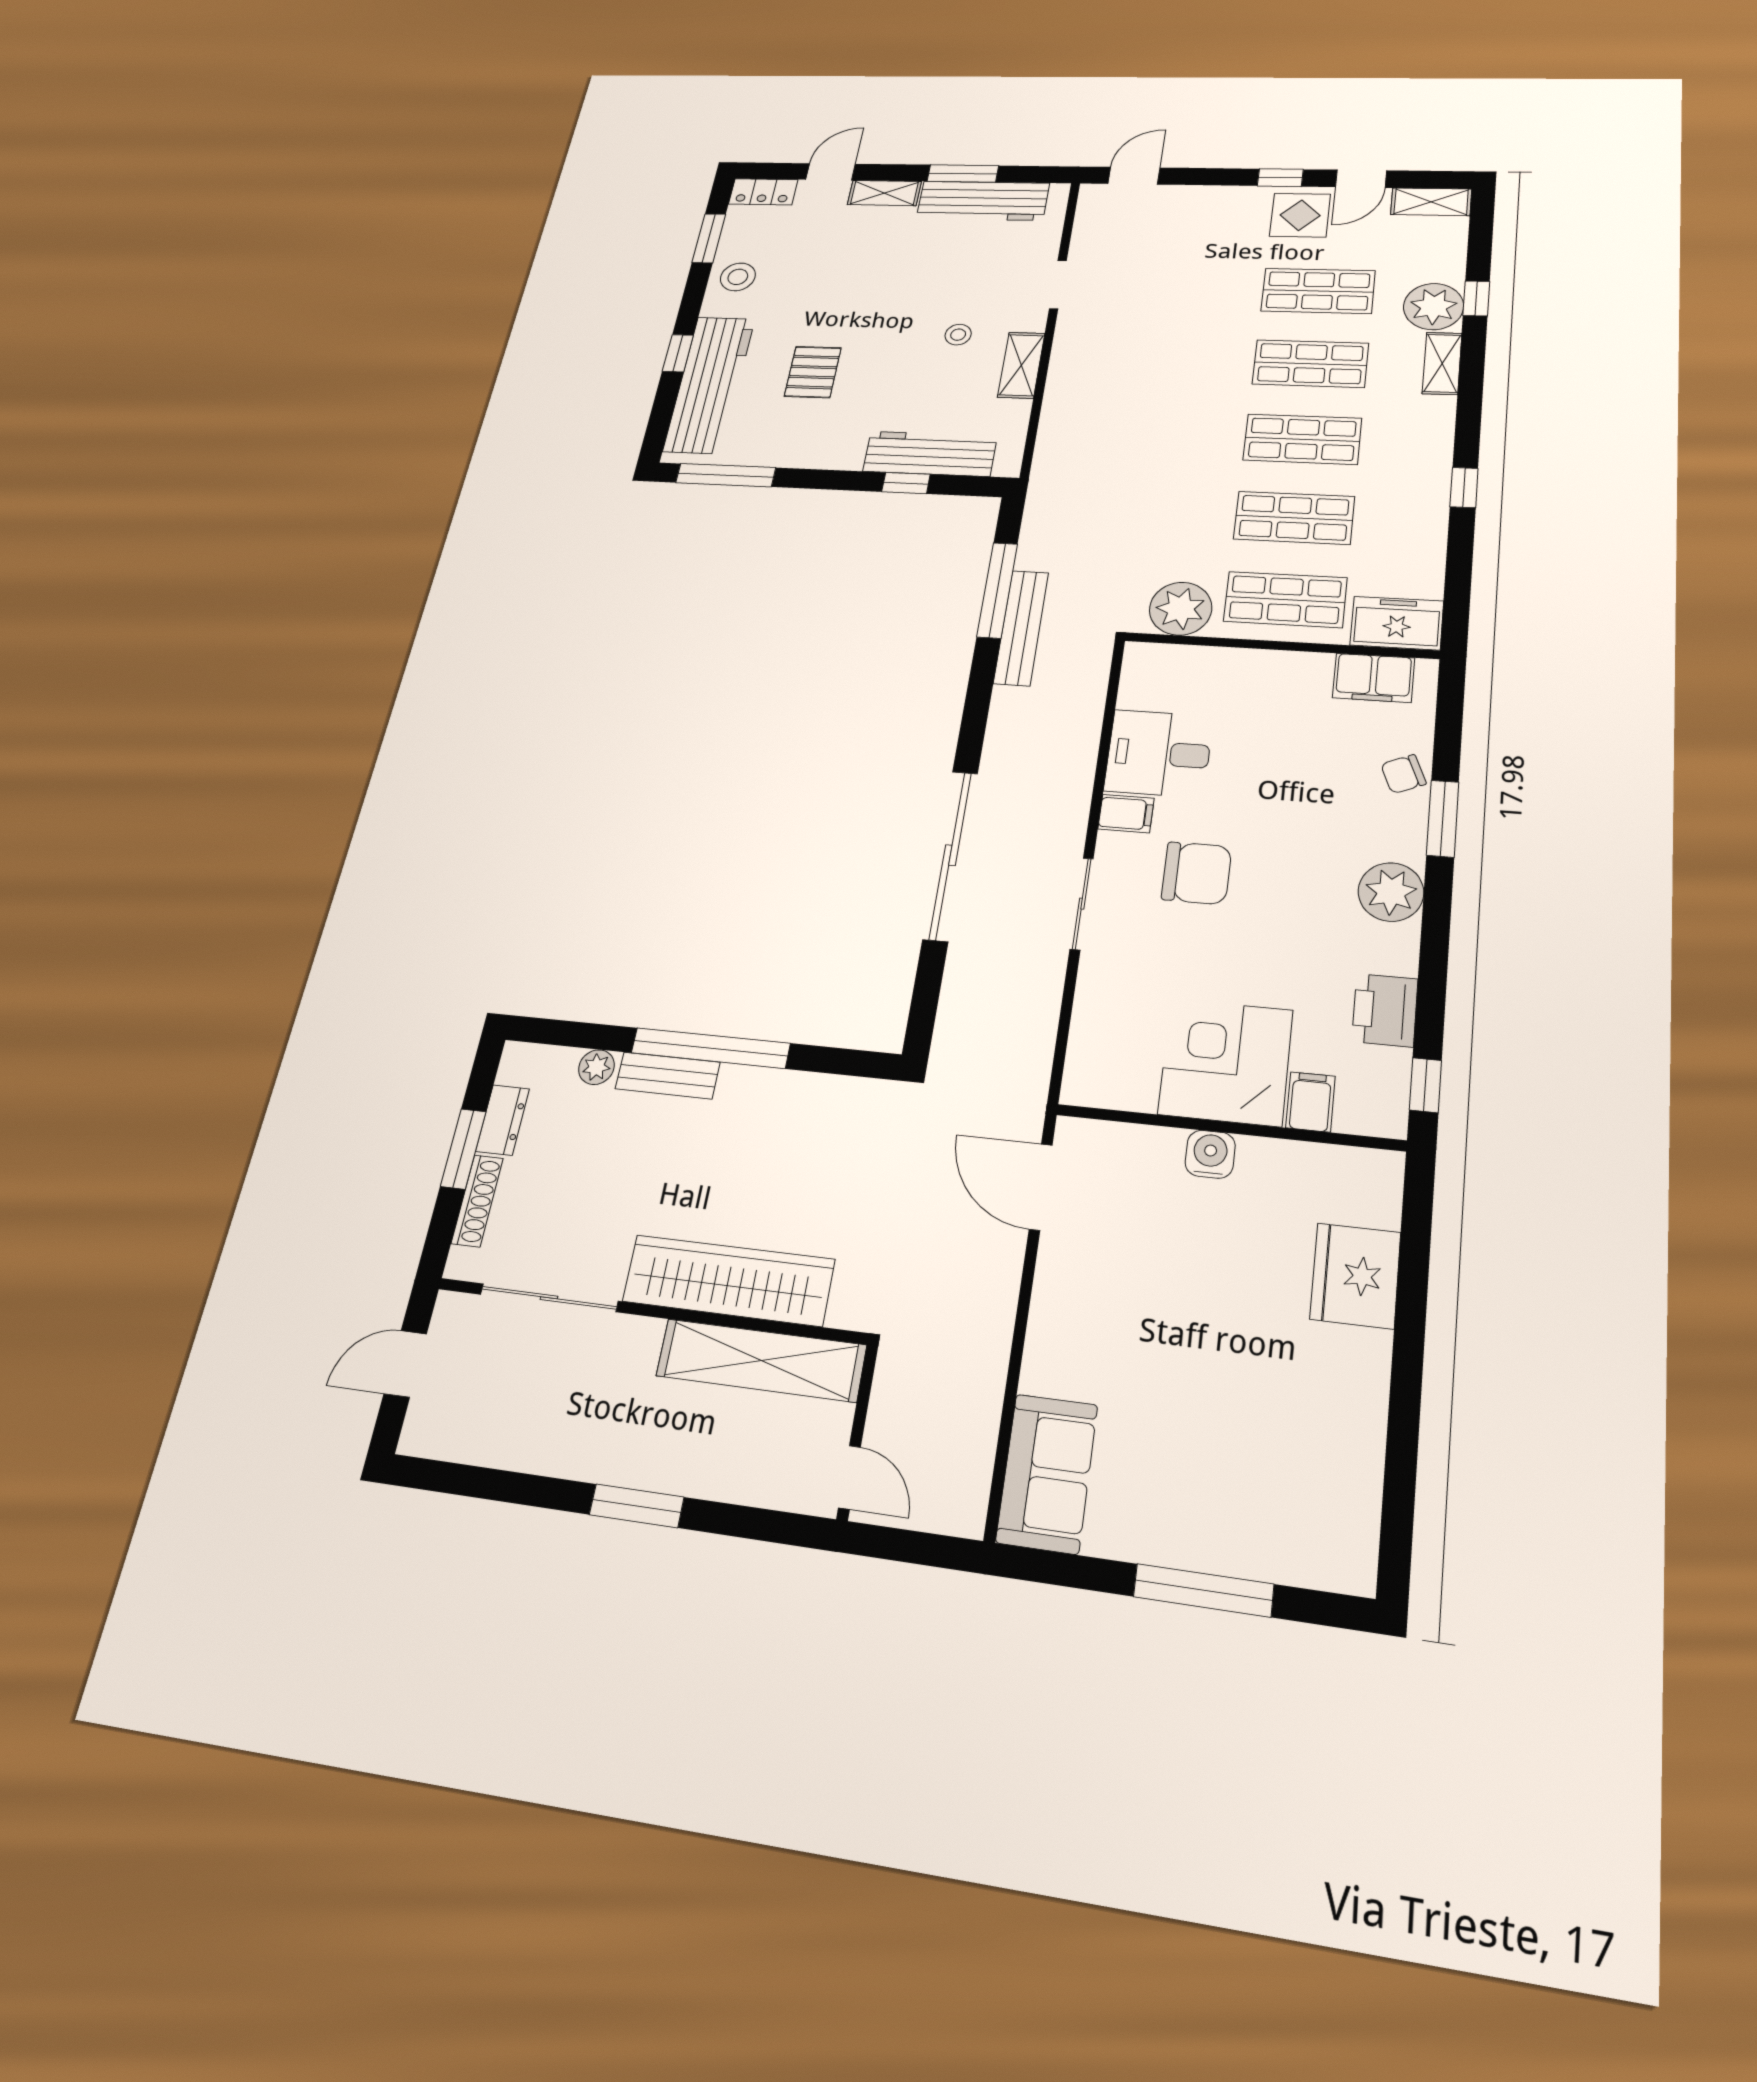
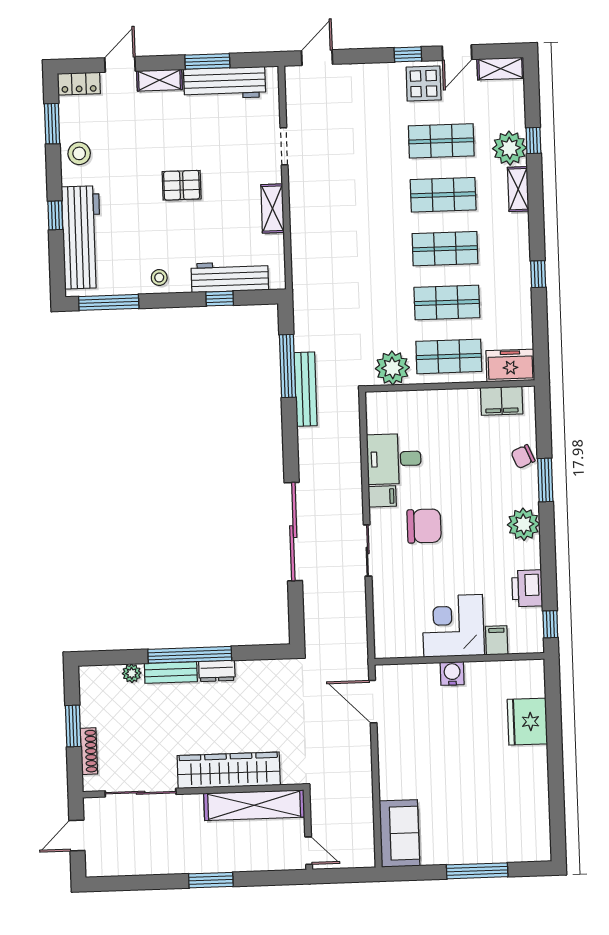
stool: (958, 335) -> (159, 278), moved
pallet: (813, 372) -> (182, 185), moved, turned 90
dresser: (503, 1120) -> (217, 671), moved, turned 90

